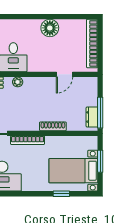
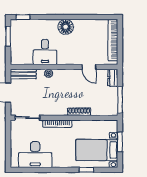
floor lamp: (50, 28) -> (66, 27), moved
door: (64, 74) -> (89, 67), hinge flipped
dresser: (92, 117) -> (113, 78), moved

